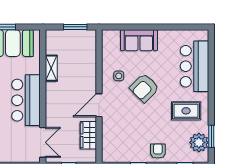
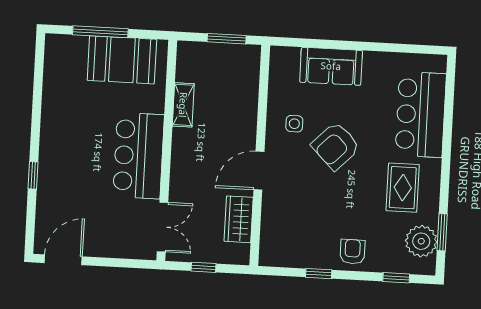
rug: (186, 111) -> (403, 188), turned 90

